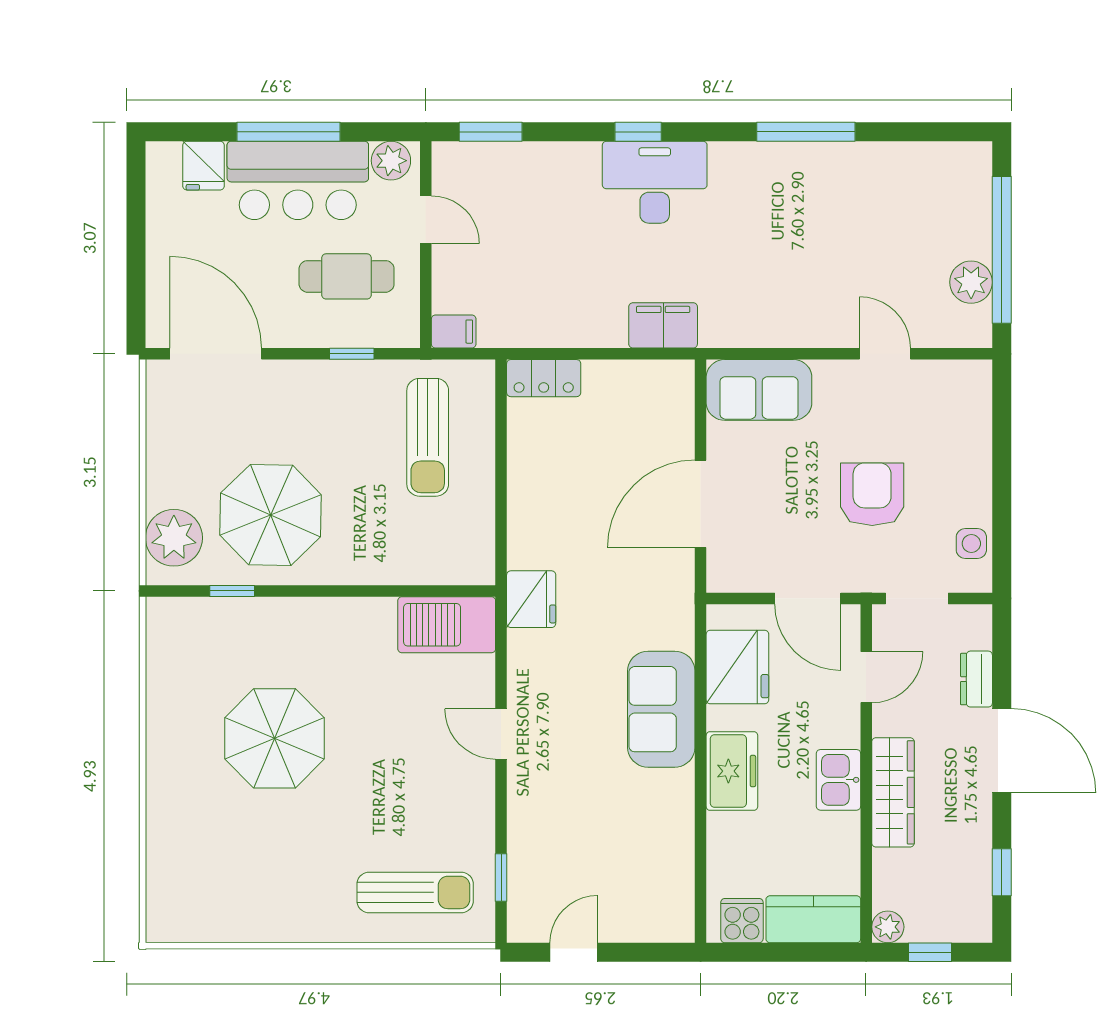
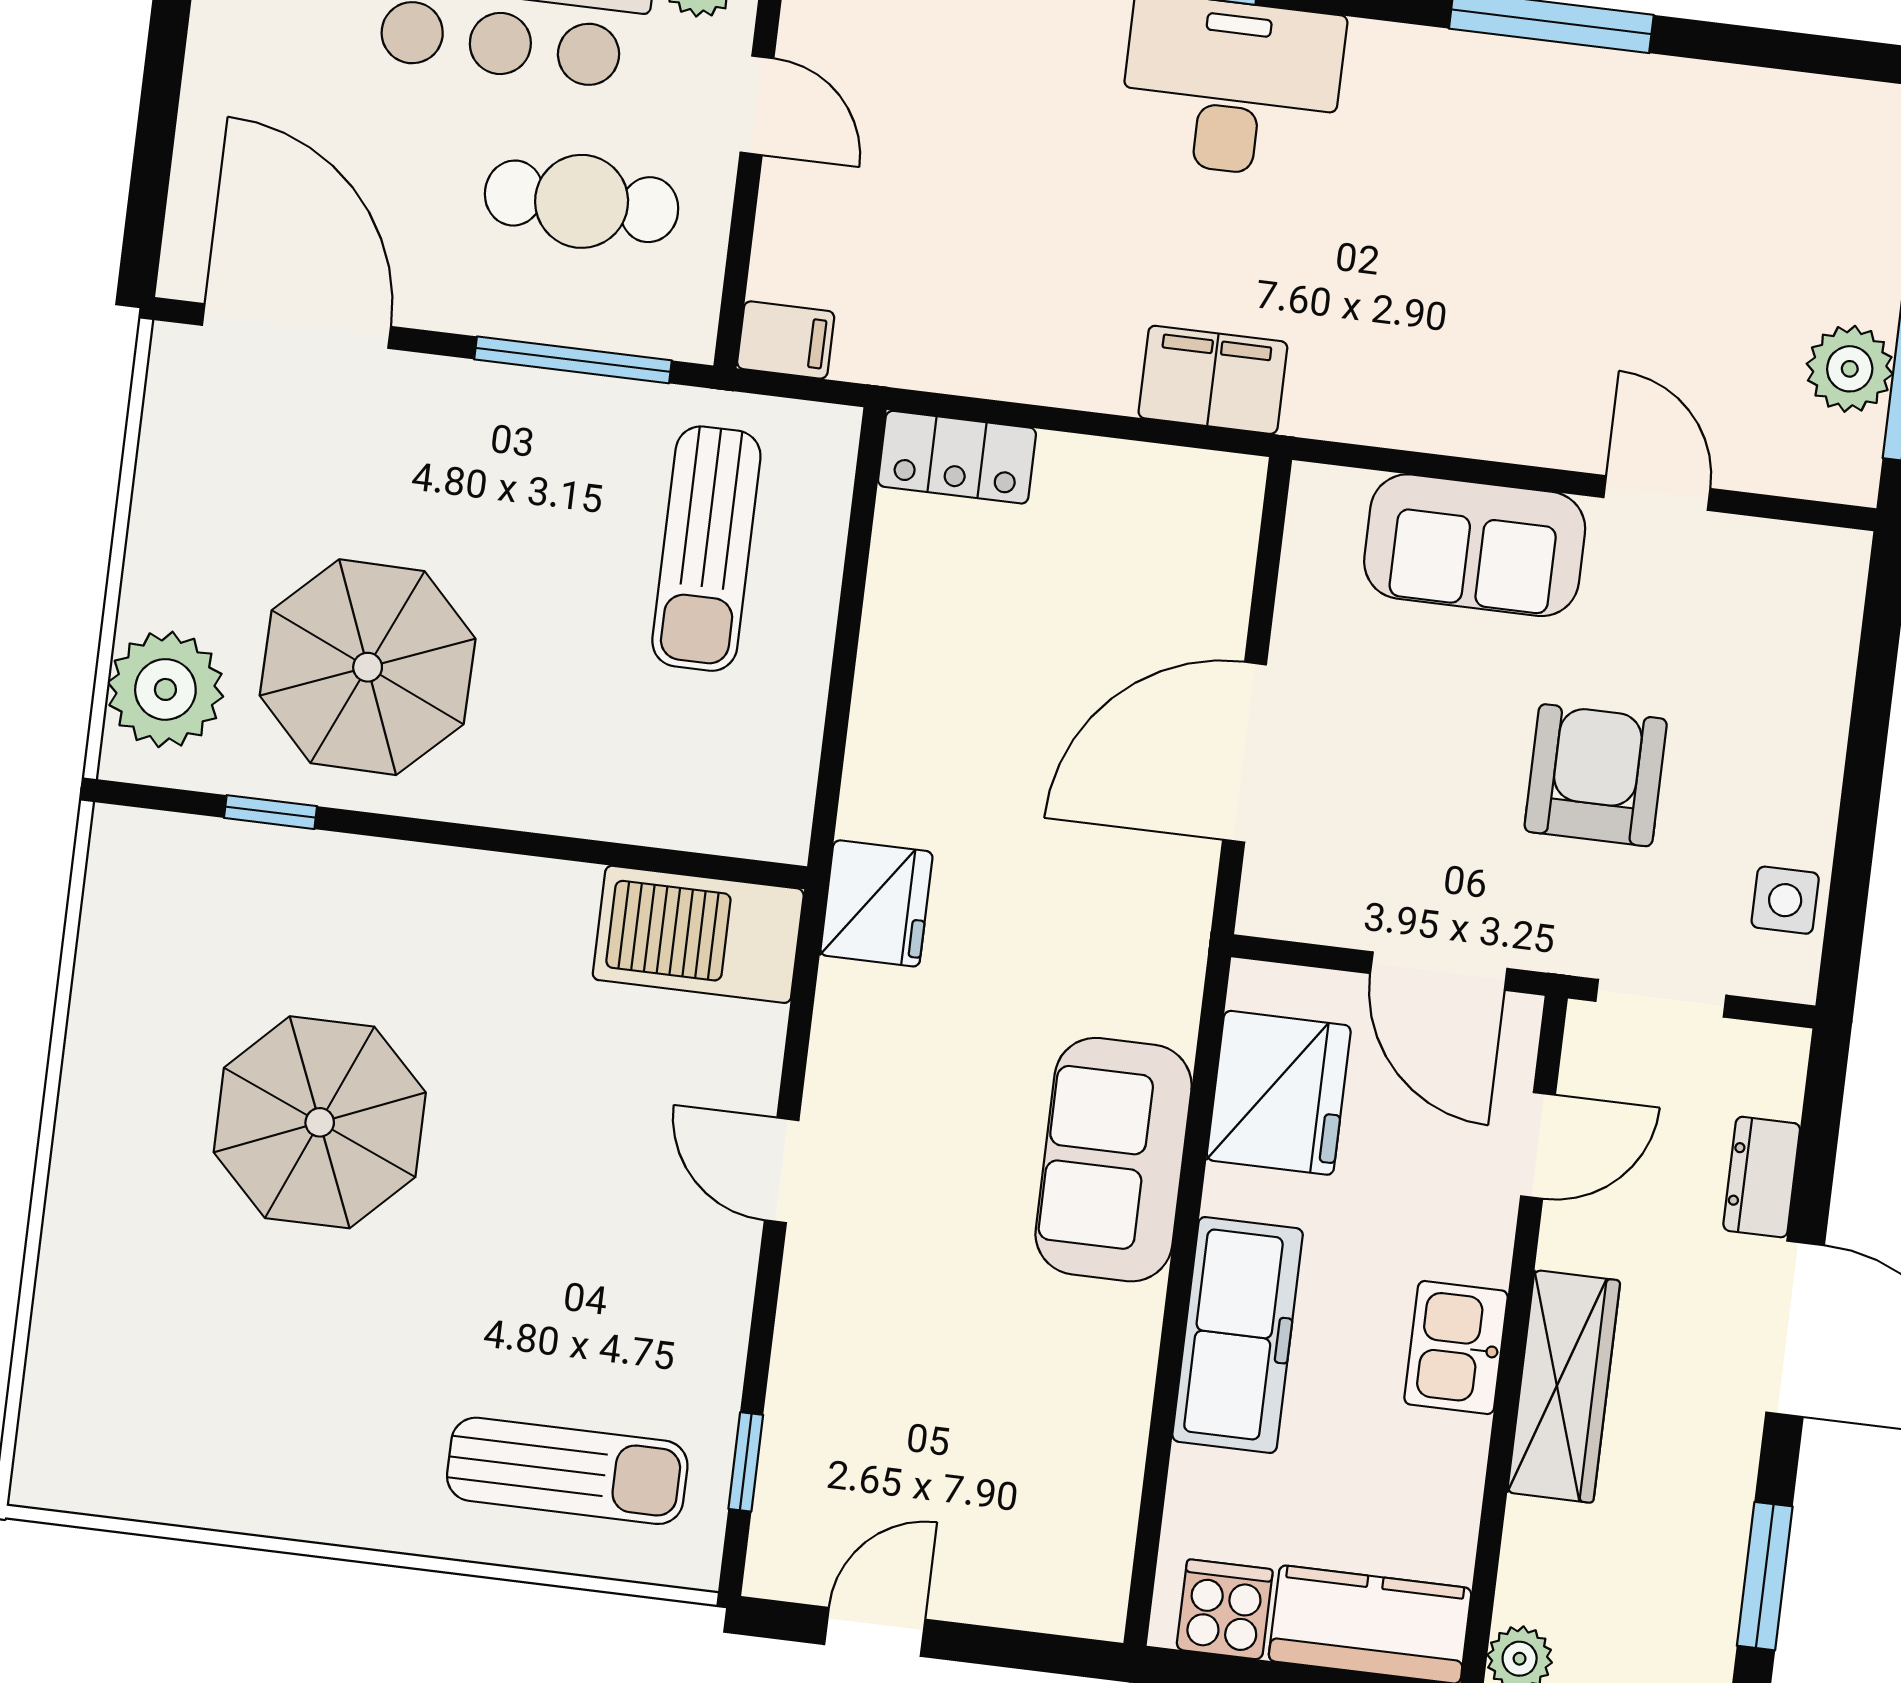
window: (352, 354) -> (573, 360), width x2.17
sofa: (759, 390) -> (1475, 545), moved
freezer: (732, 771) -> (1238, 1335), width x1.40
window: (1002, 872) -> (1765, 1576), width x1.50

